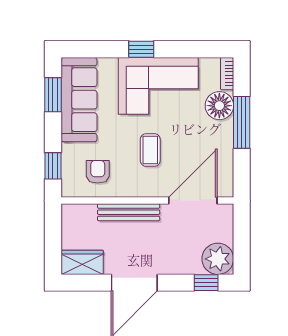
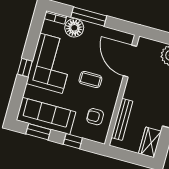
window: (53, 166) -> (73, 141), moved
bench: (129, 212) -> (122, 119), moved

